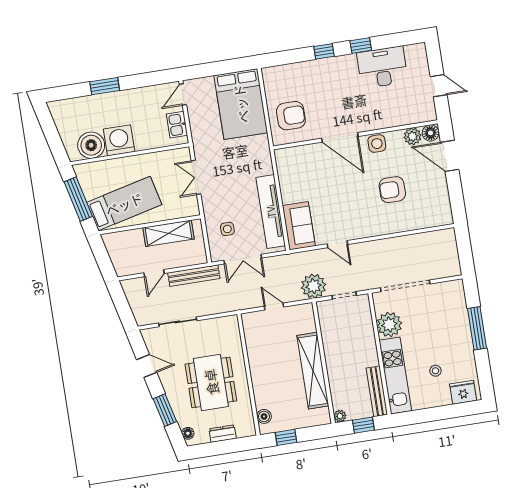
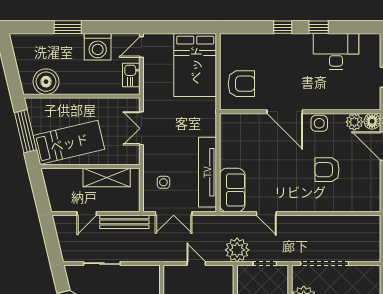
washing machine: (119, 140) -> (98, 47), moved, turned 180

